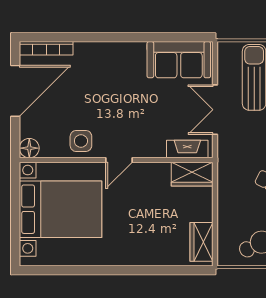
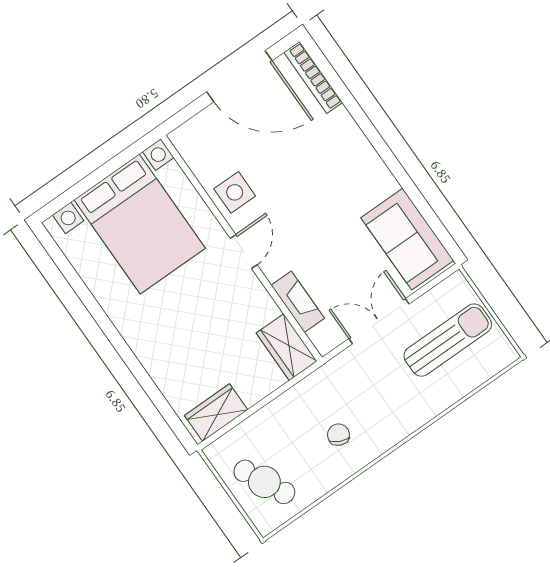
floor lamp: (29, 148) -> (185, 139), removed
fireplace: (187, 149) -> (298, 302), moved
door: (119, 160) -> (244, 251), swing flipped

